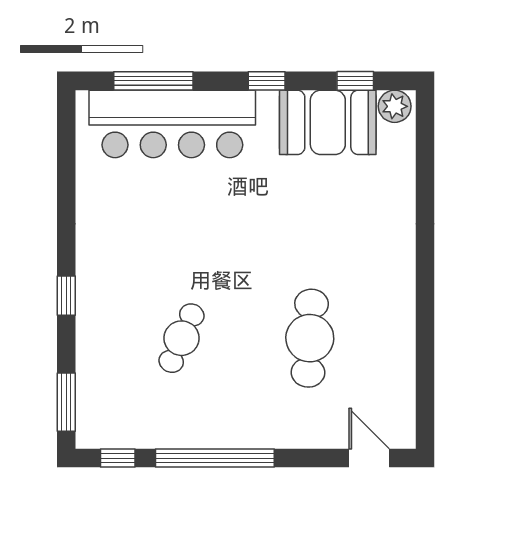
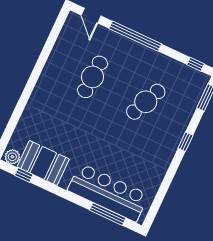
window: (267, 81) -> (61, 192), removed
cafe table: (181, 338) -> (146, 102), width x1.37, depth x1.35
window: (215, 458) -> (135, 36), moved

